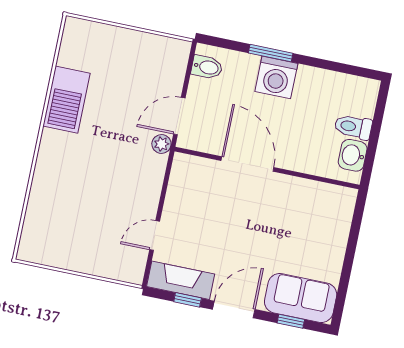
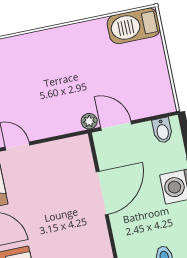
barbecue: (66, 100) -> (134, 26), moved

